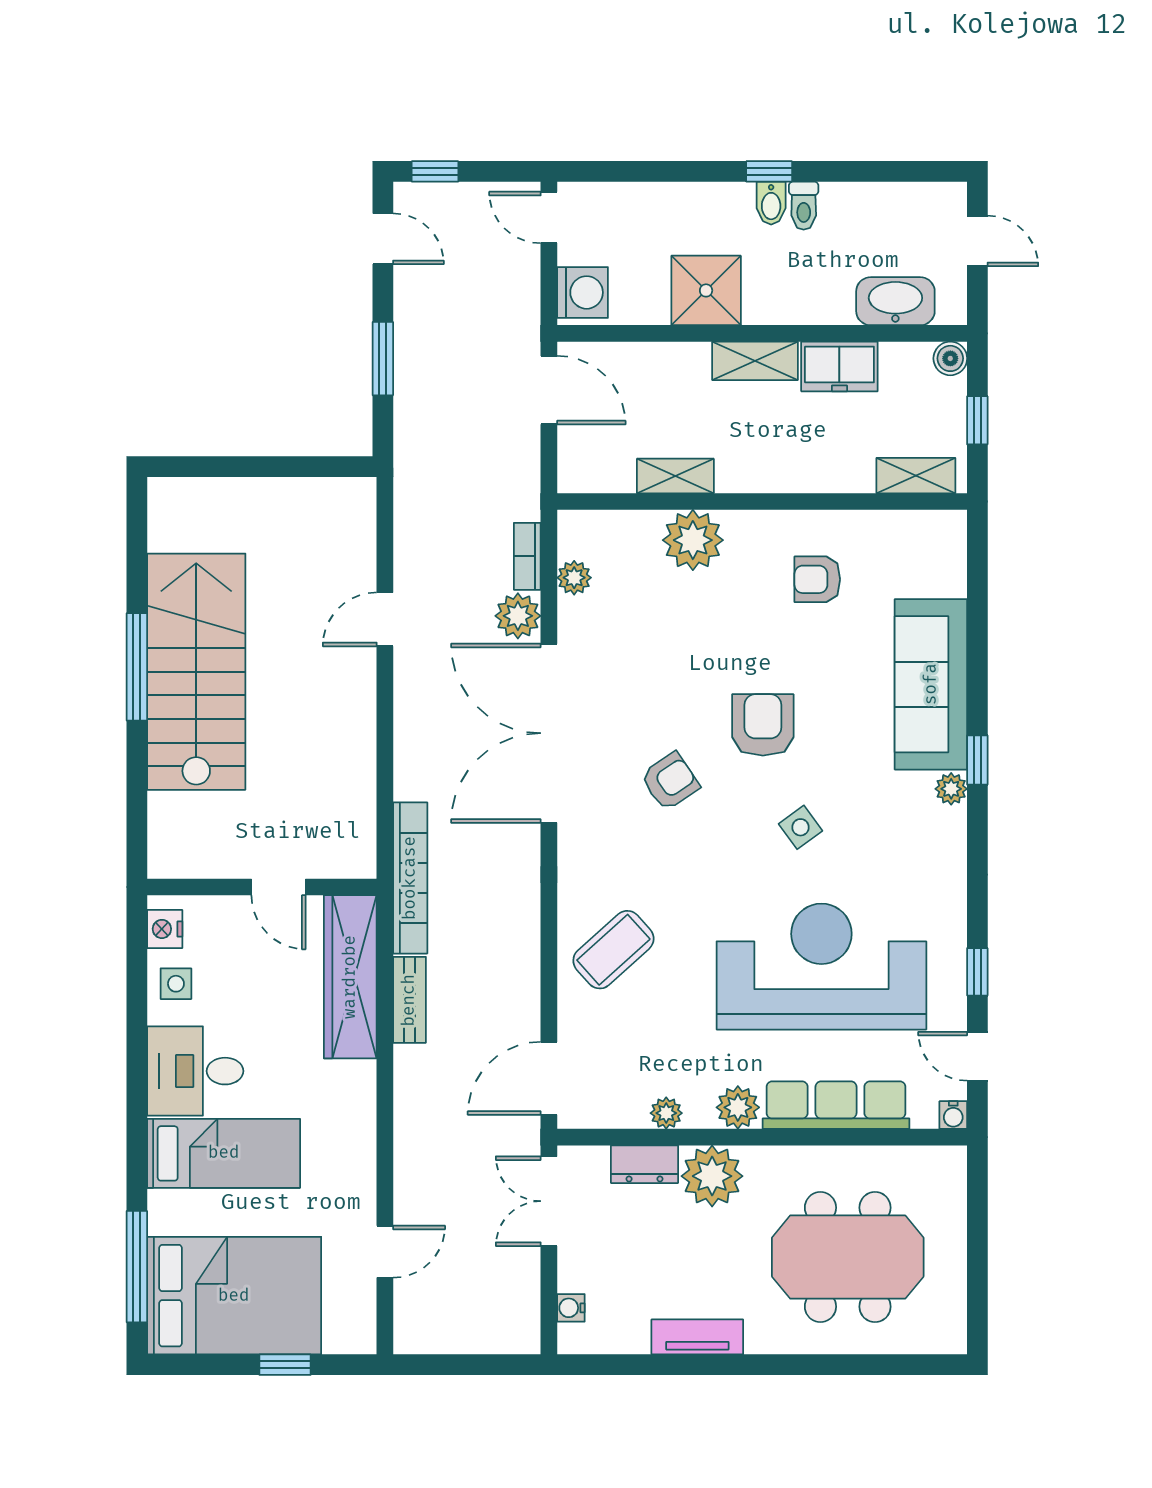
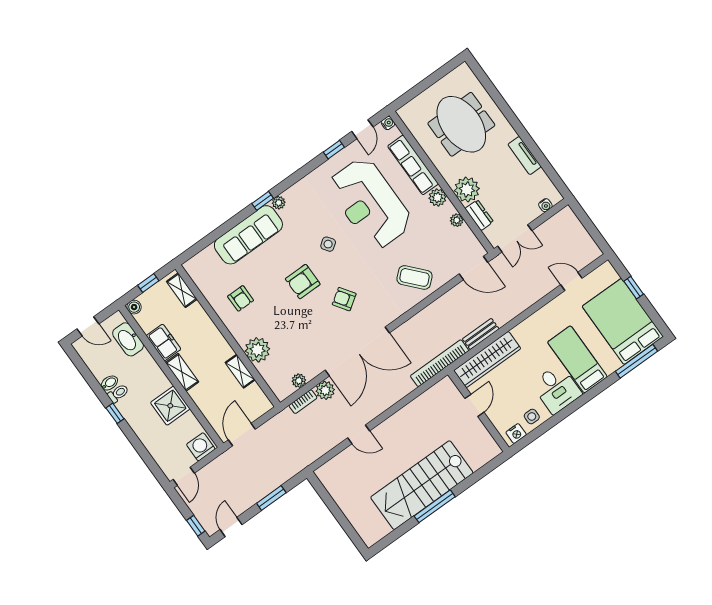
bidet: (771, 203) -> (109, 383), moved
door: (977, 241) -> (88, 326), swing flipped

